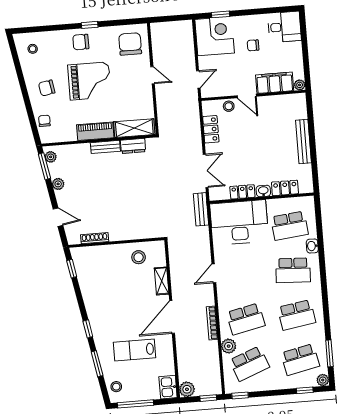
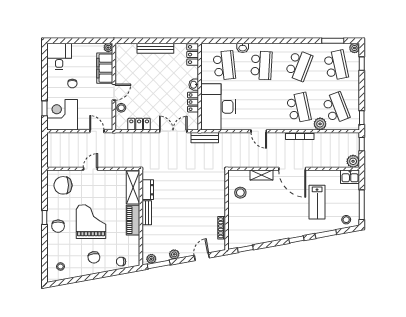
locker: (285, 188) -> (193, 55), moved
school desk: (297, 315) -> (299, 65), turned 30

